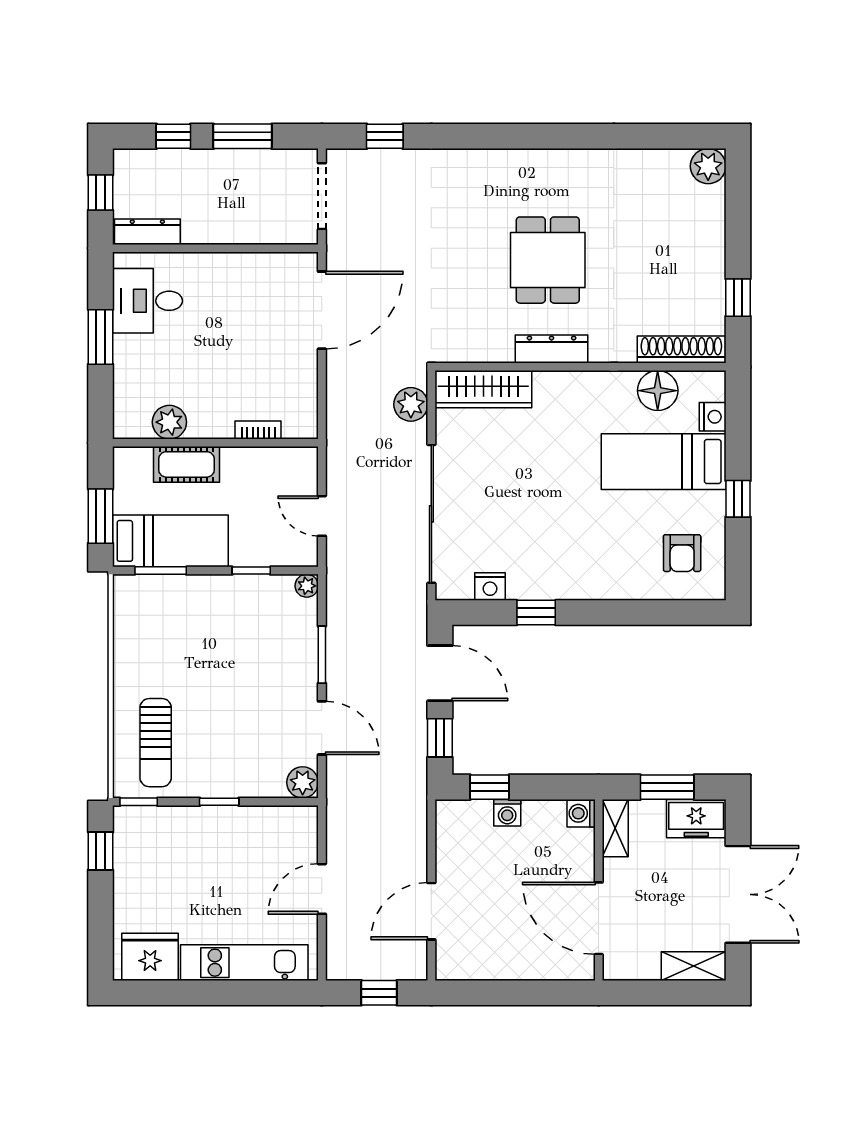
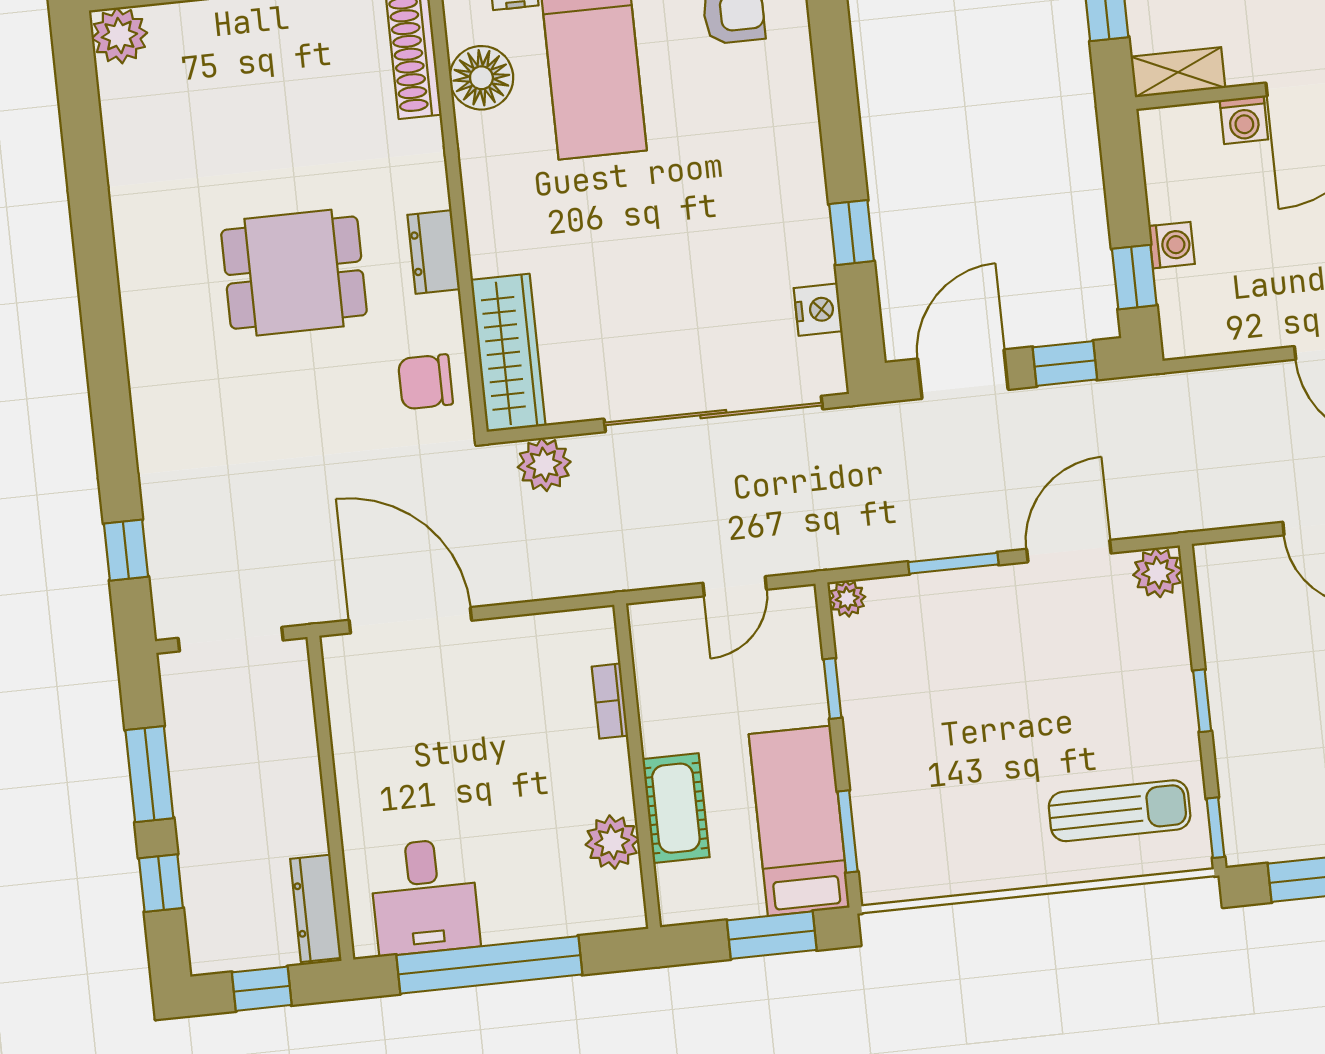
chair: (471, 335) -> (425, 382), added
window: (100, 337) -> (489, 965), width x2.11
dresser: (552, 349) -> (434, 252), width x0.70
washing machine: (581, 813) -> (1244, 120), moved

